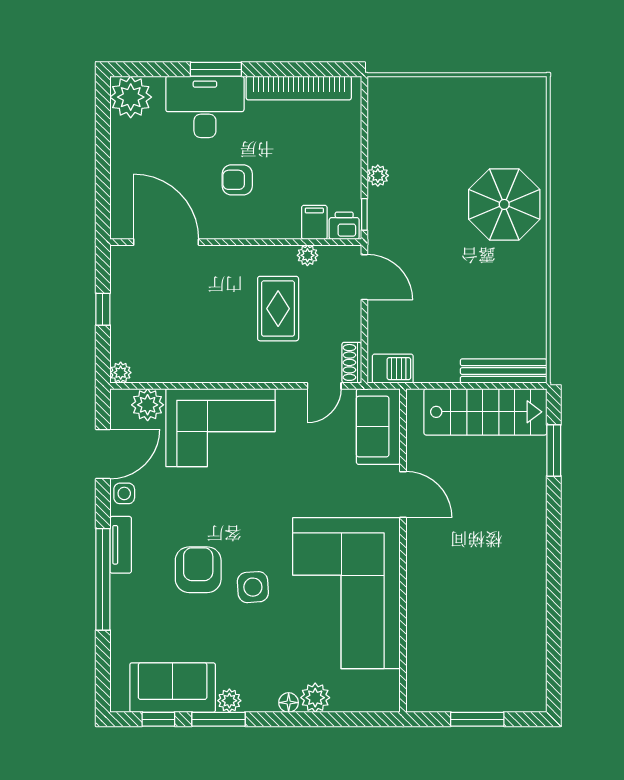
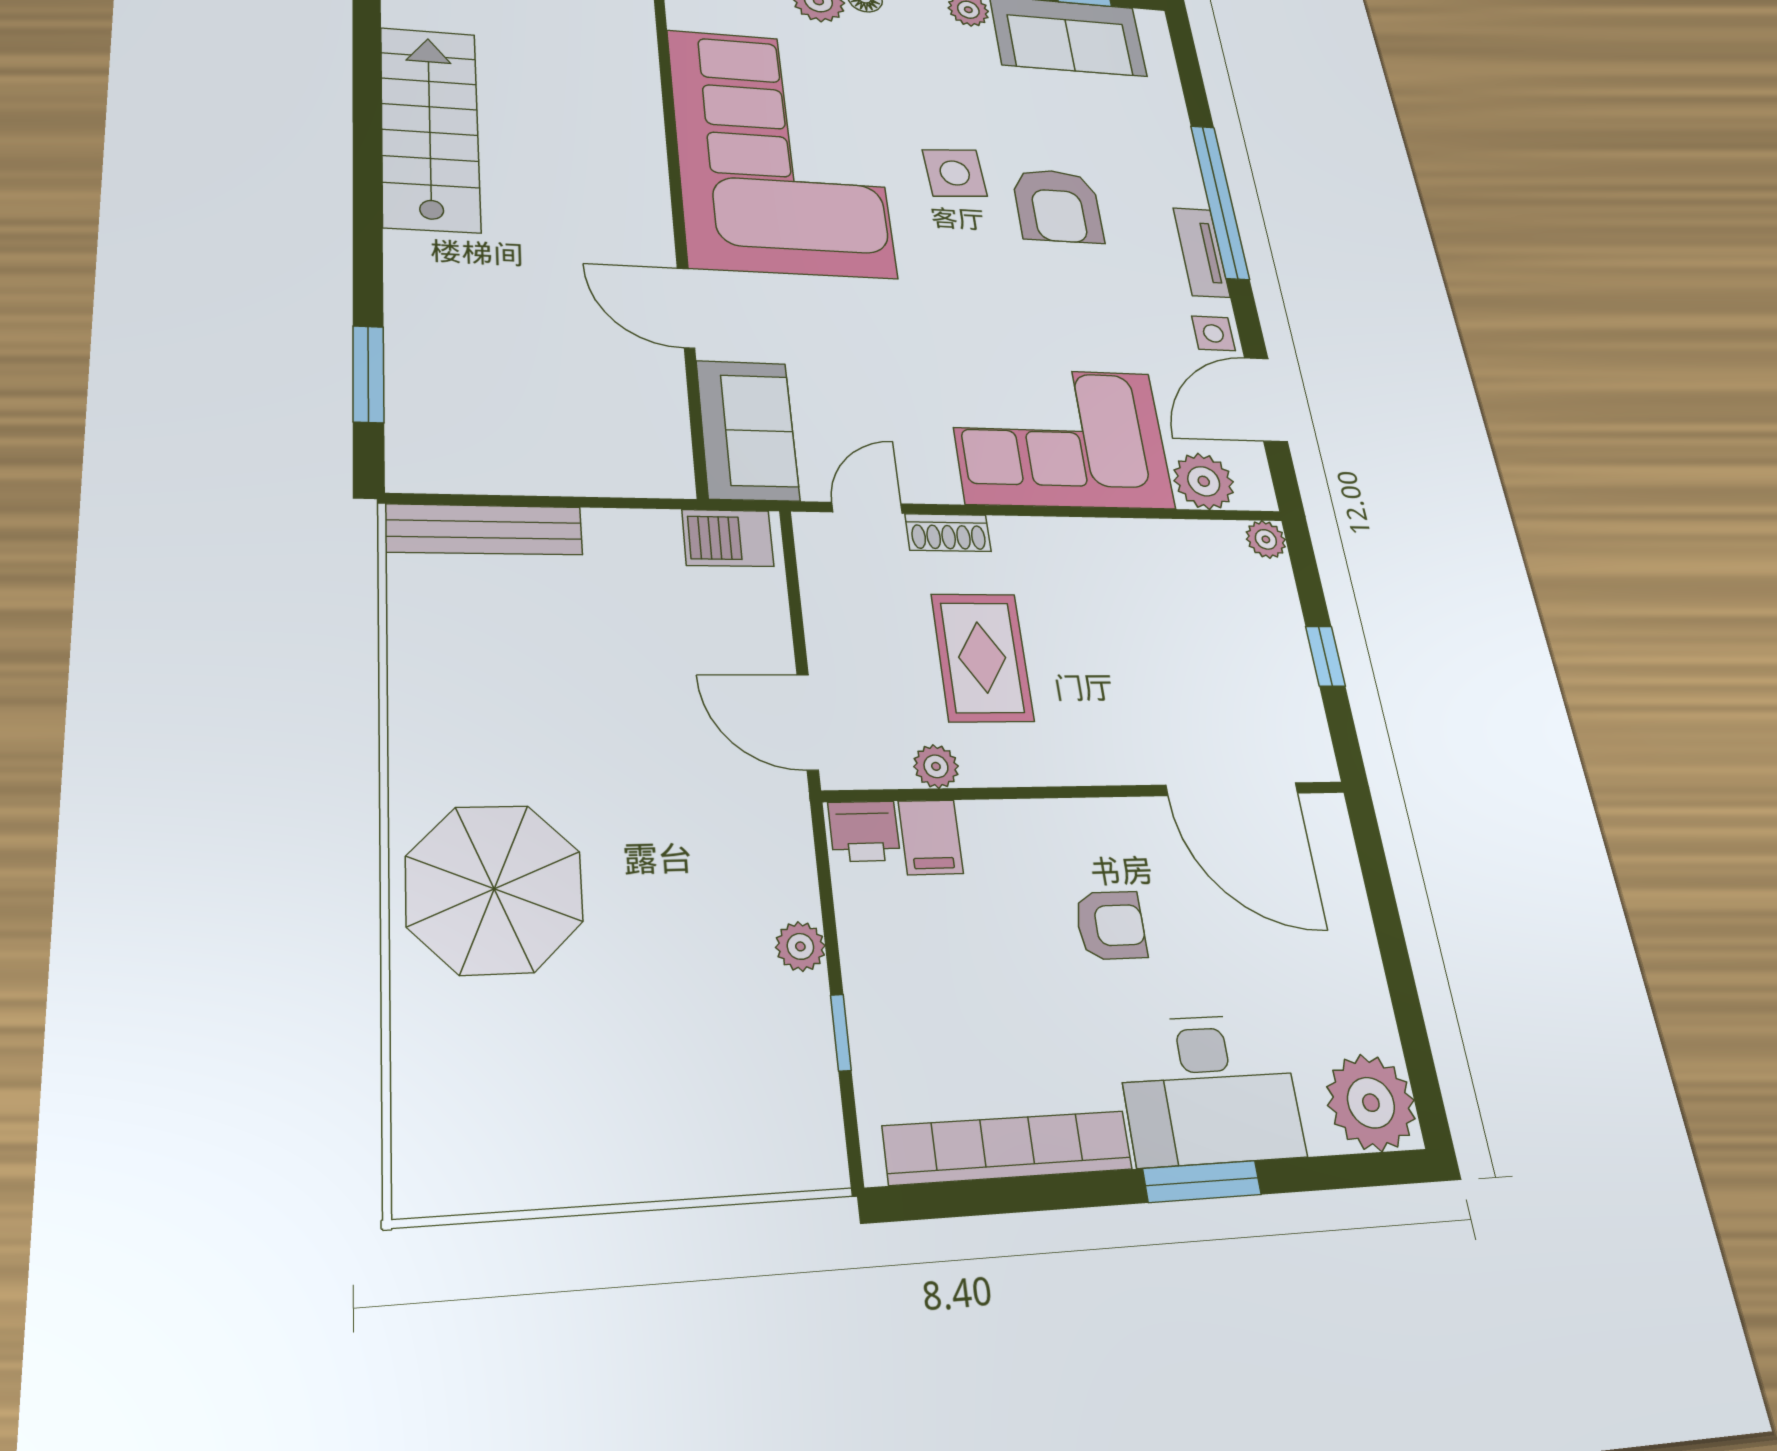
window: (364, 214) -> (841, 1033), moved
shoe rack: (352, 362) -> (948, 533), moved, turned 90
stairs: (485, 412) -> (430, 128), moved, turned 90

